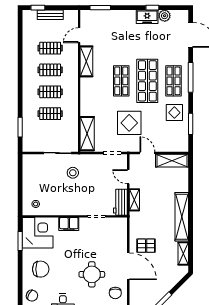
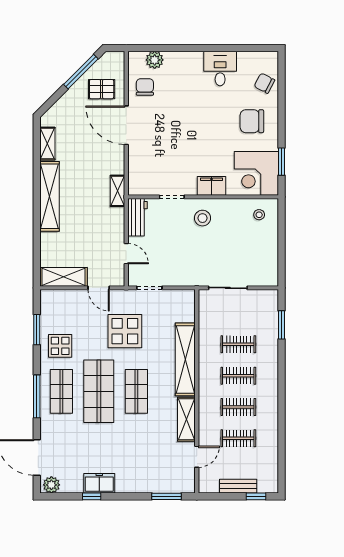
plant: (165, 16) -> (51, 485), moved
shelving: (87, 134) -> (185, 359), moved, width x1.47
stool: (73, 173) -> (202, 218), moved
shelving: (134, 200) -> (118, 191), moved
pallet: (146, 246) -> (102, 89), moved
round table: (92, 274) -> (179, 114), removed

